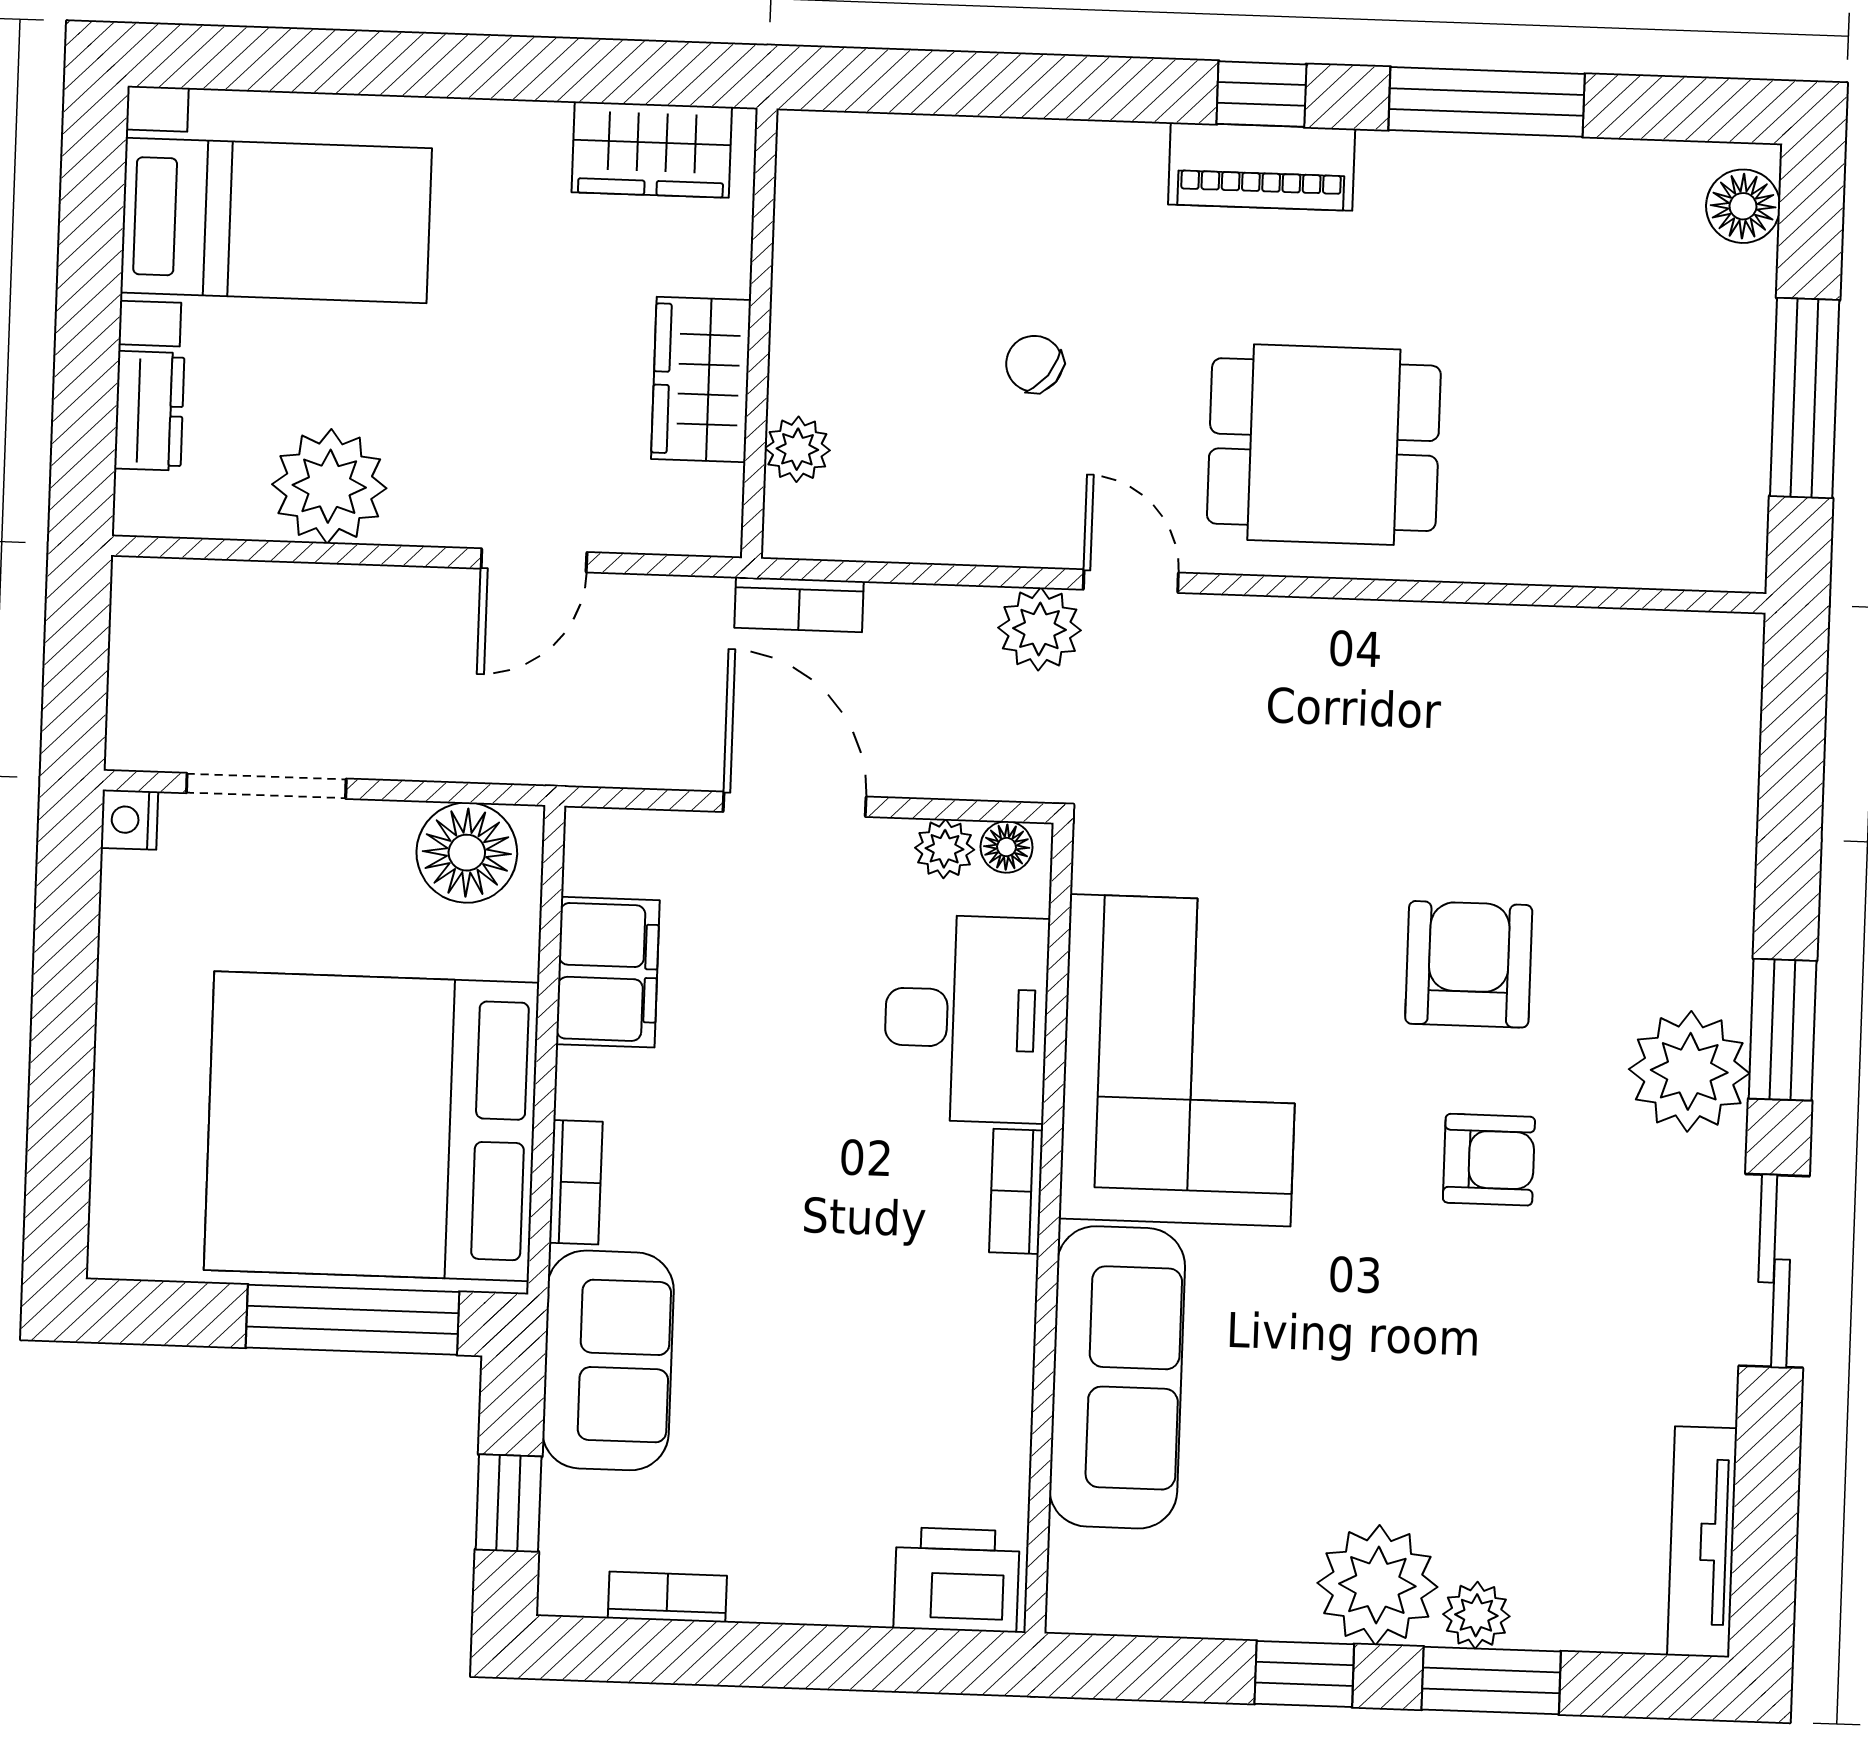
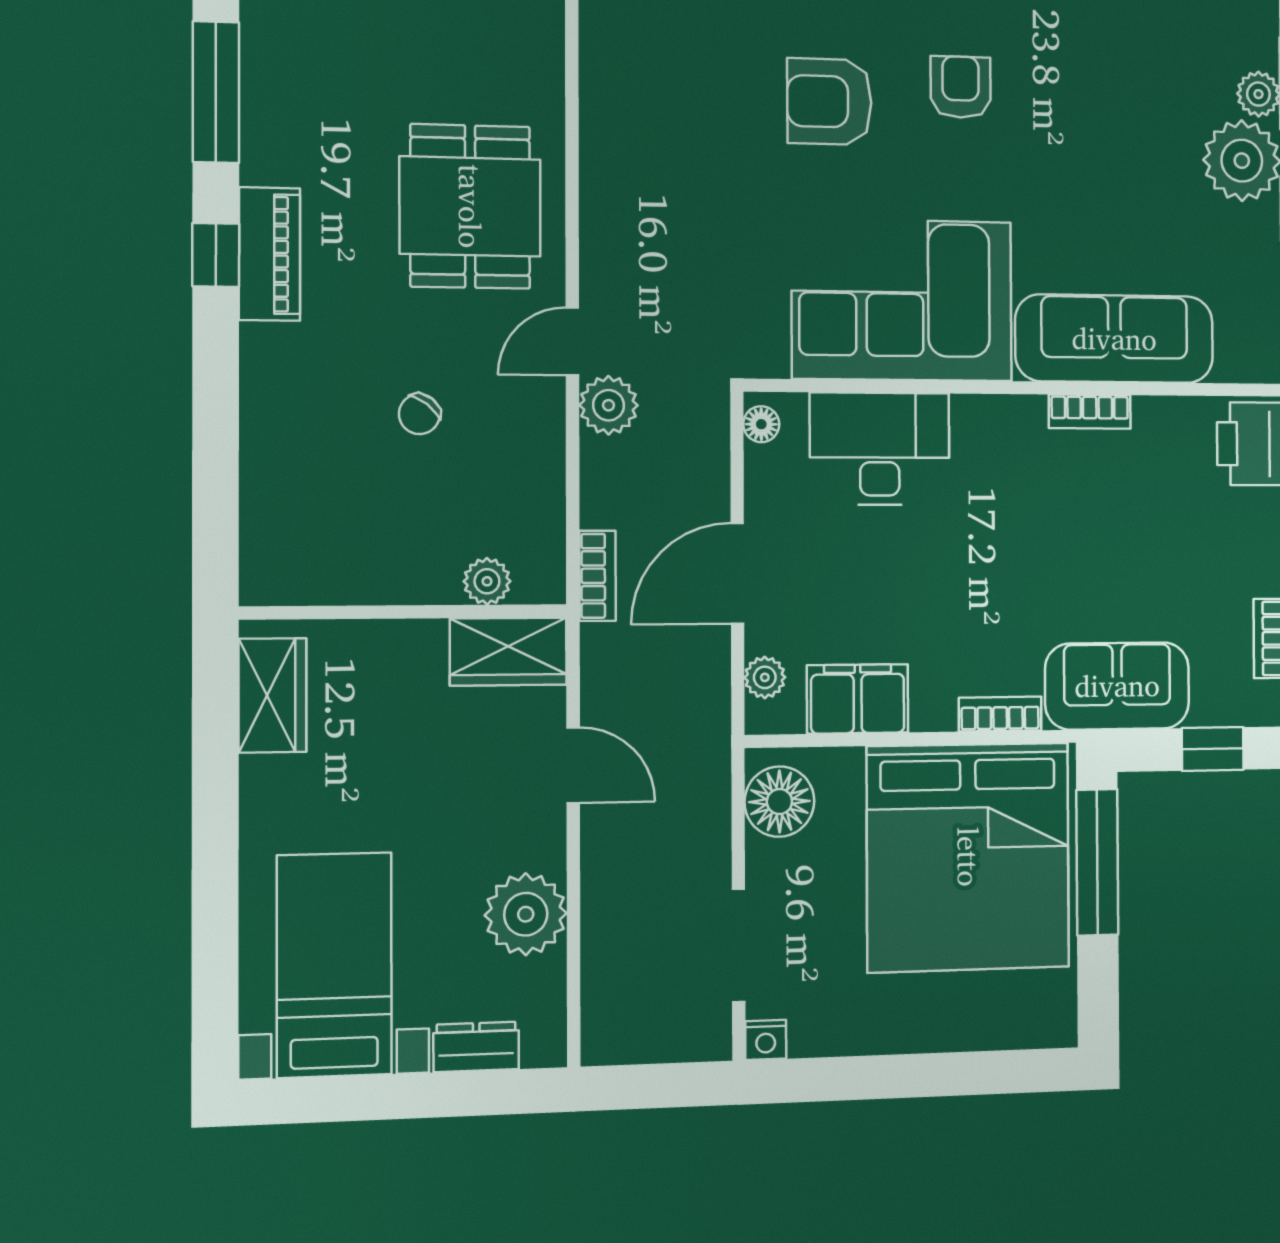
wardrobe: (701, 380) -> (508, 652), moved
plant: (945, 849) -> (765, 677), moved
bookcase: (1016, 1191) -> (1090, 412), moved

